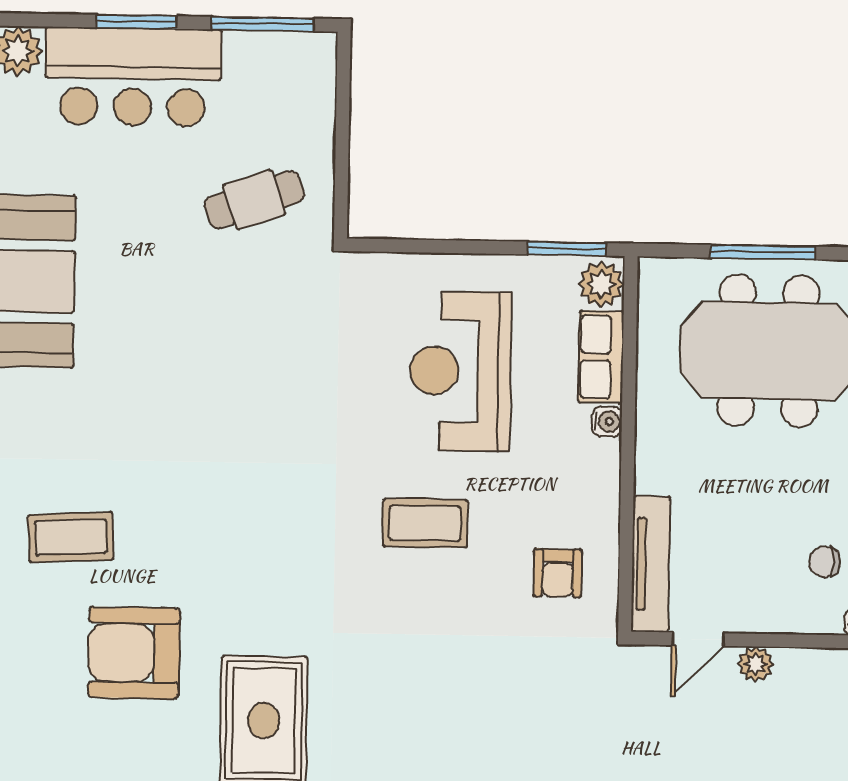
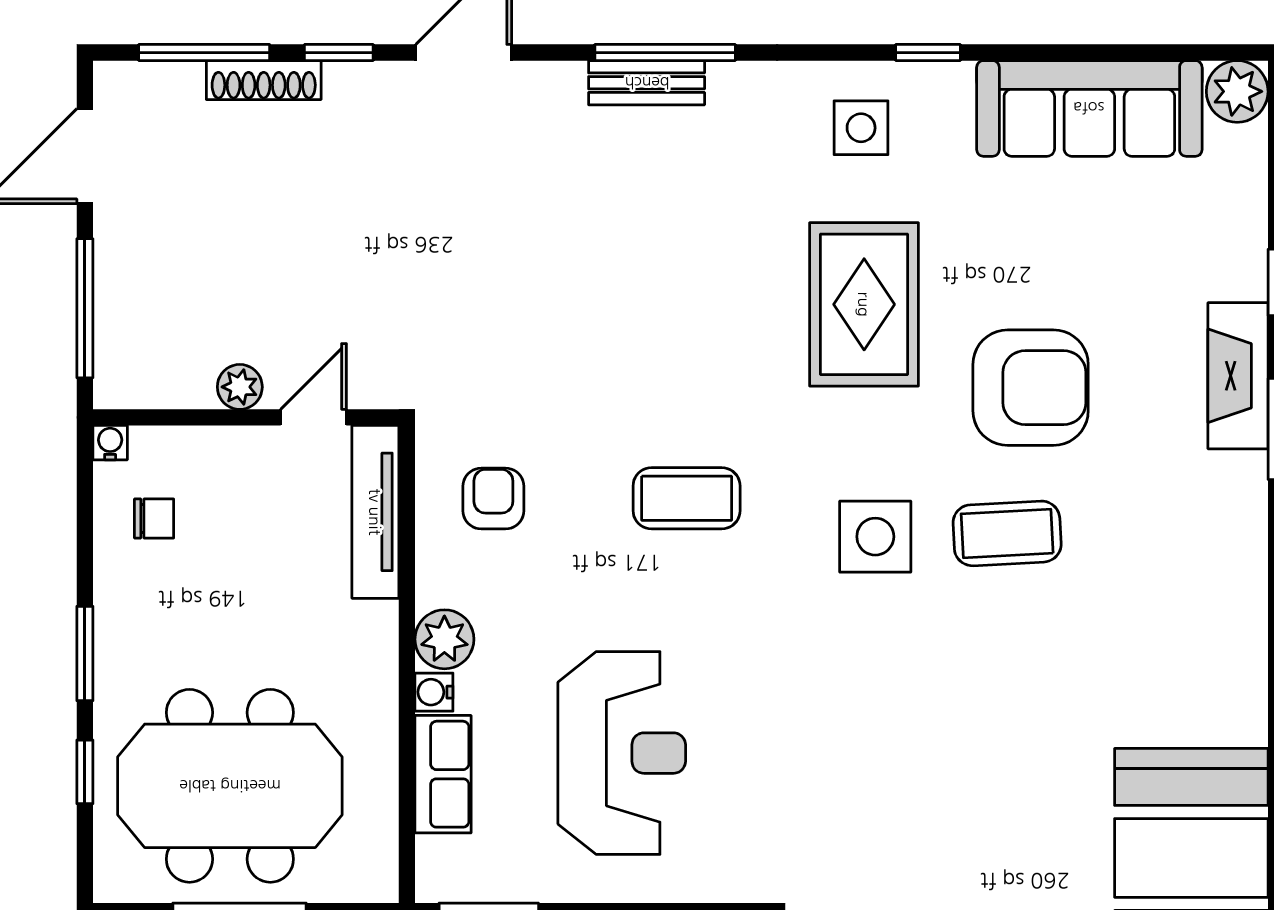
plant: (601, 284) -> (444, 639), moved
coffee table: (425, 523) -> (687, 498), moved
coffee table: (71, 537) -> (1007, 533), moved
side table: (258, 538) -> (875, 537), added

